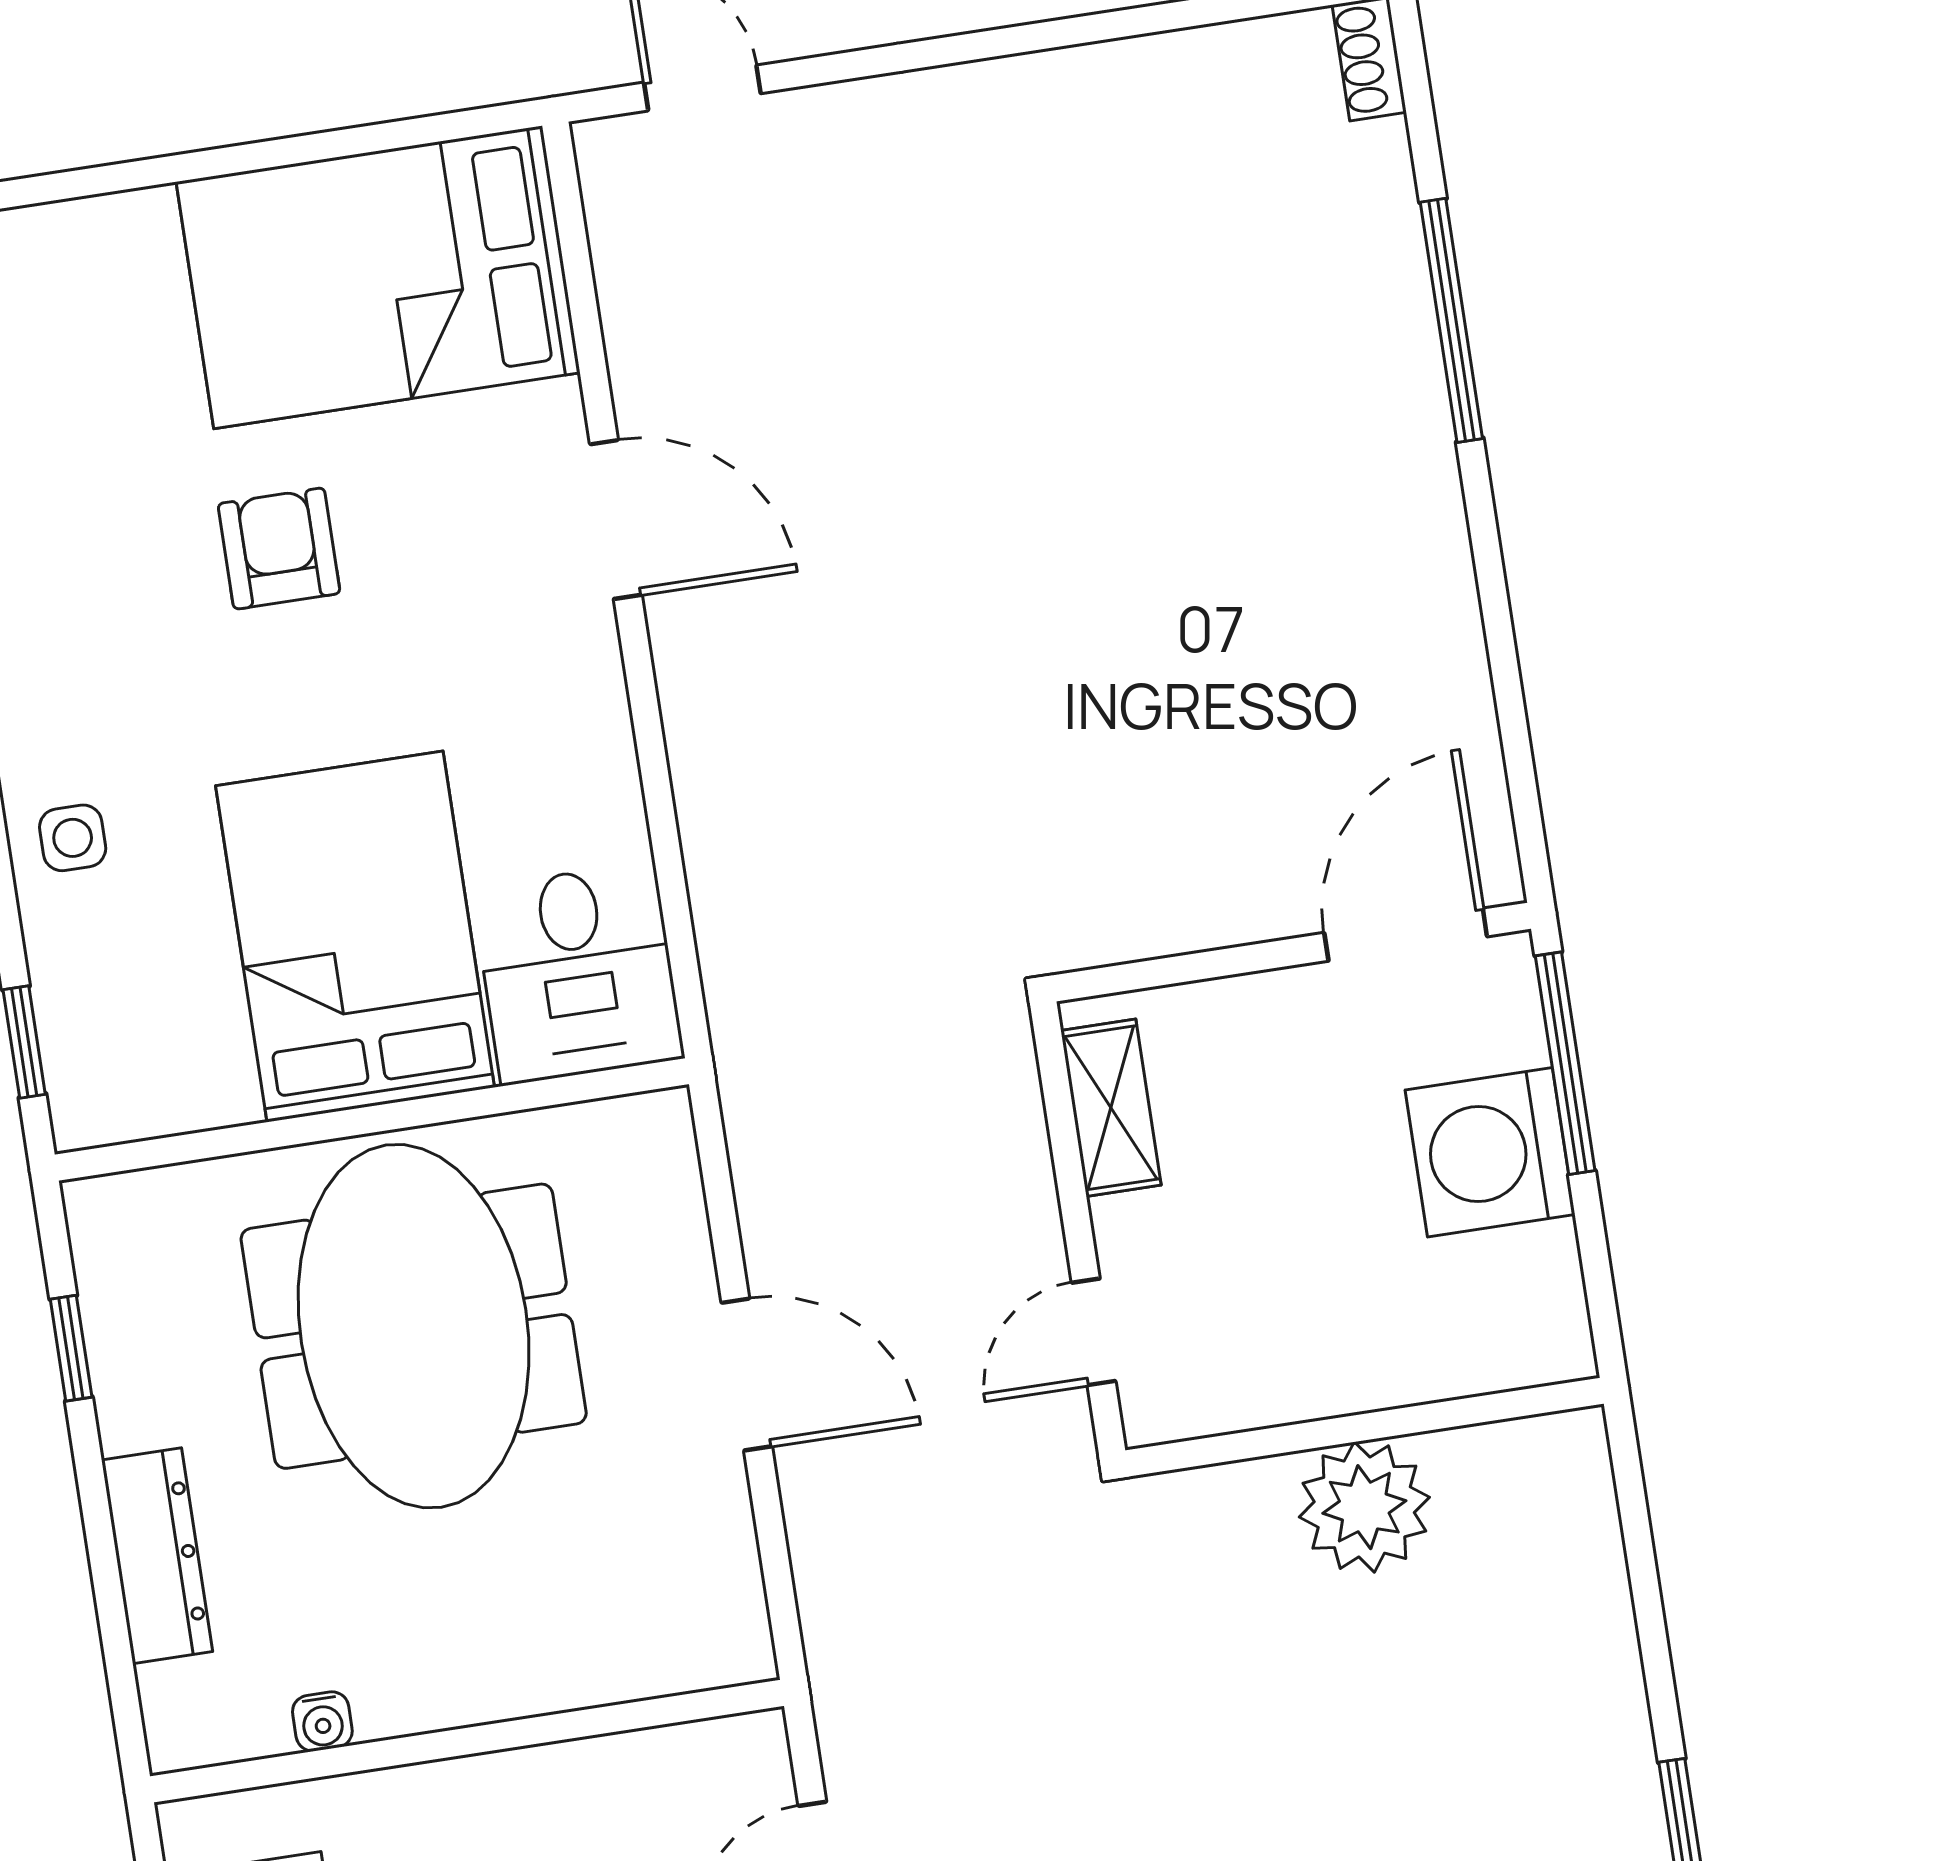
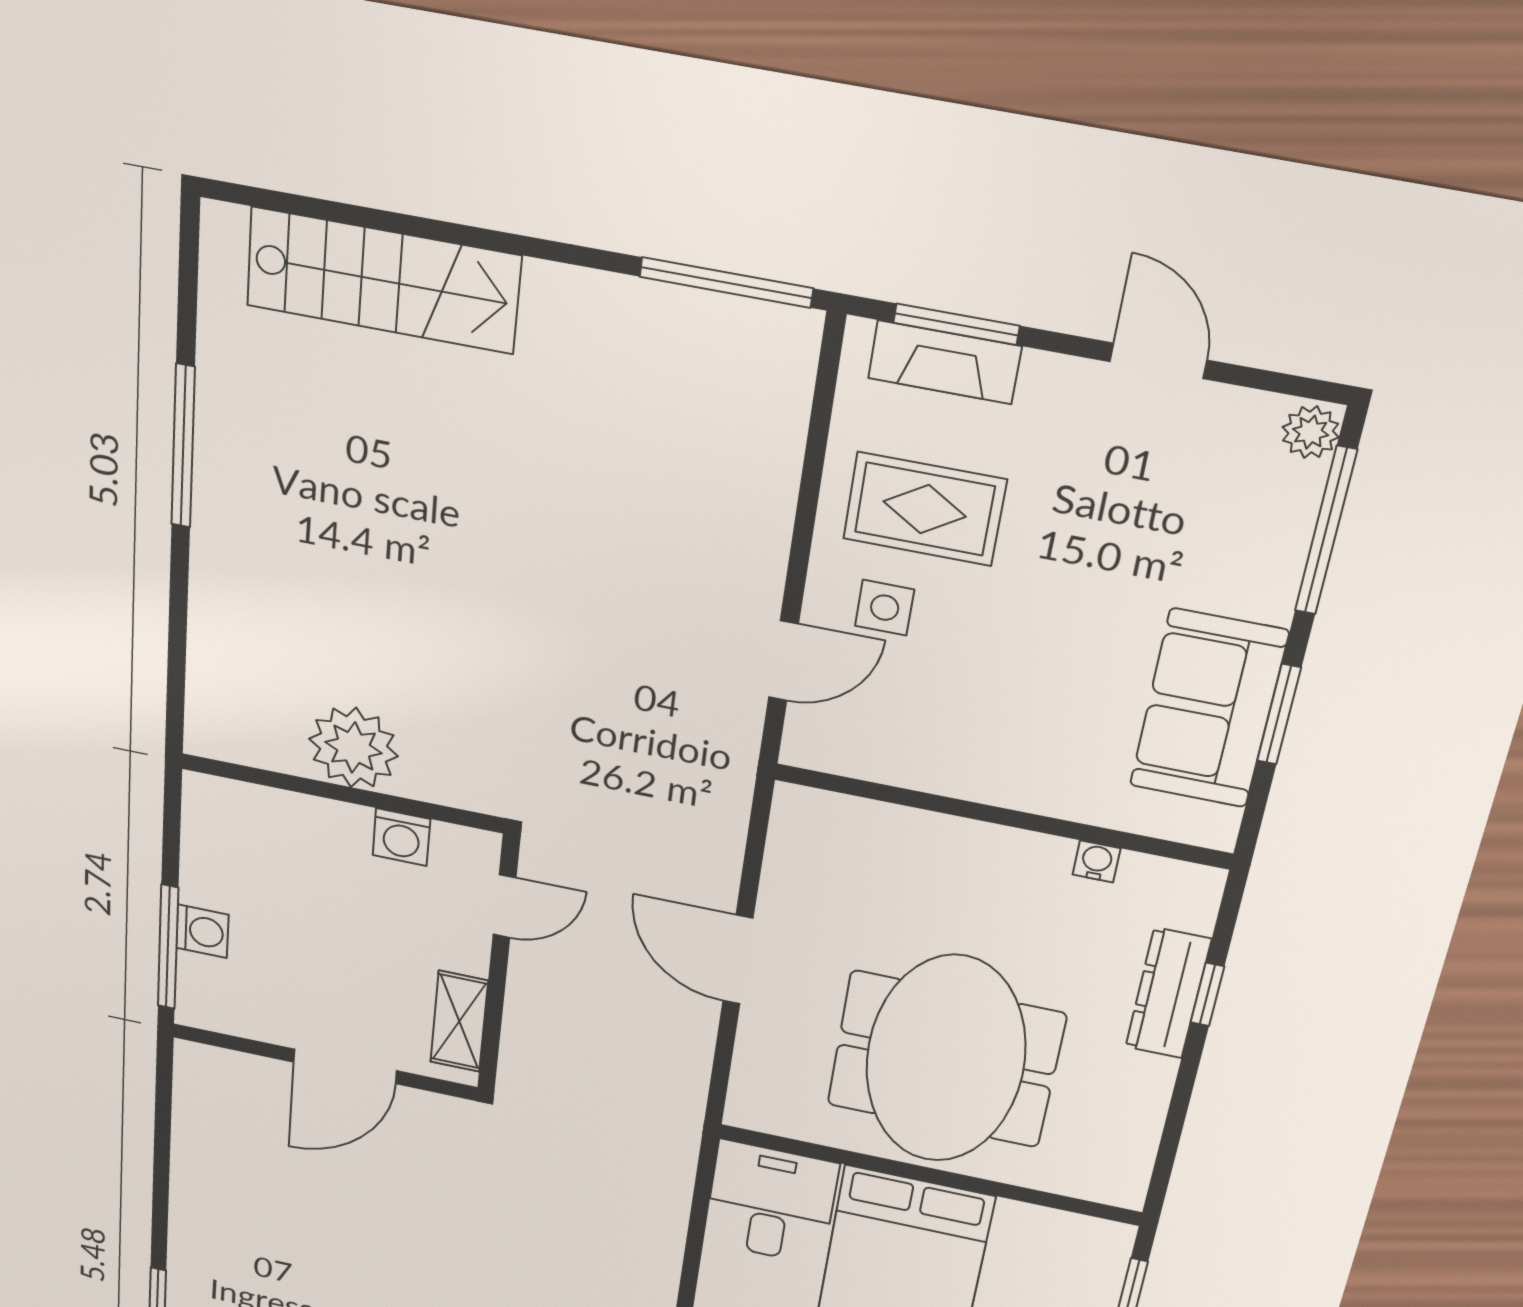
door: (1406, 935) -> (345, 1066), moved
washing machine: (1490, 1152) -> (202, 931), width x0.53, depth x0.53
window: (71, 1348) -> (1207, 994), moved
washing machine: (1265, 1388) -> (401, 837), added

